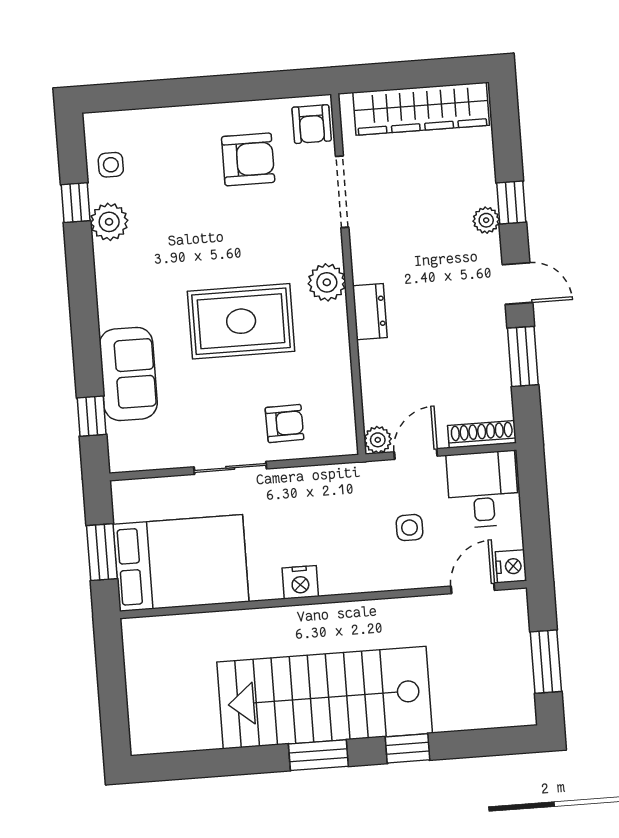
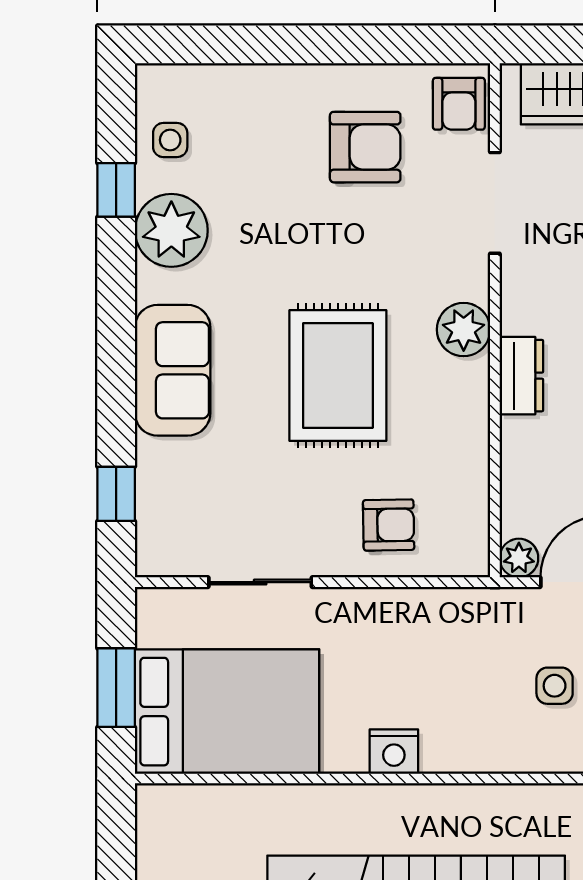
plant: (109, 222) -> (171, 230), width x1.36, depth x1.36
rug: (241, 321) -> (338, 375), turned 90
sofa: (128, 374) -> (173, 370), moved
sliding door: (230, 468) -> (260, 582), moved

